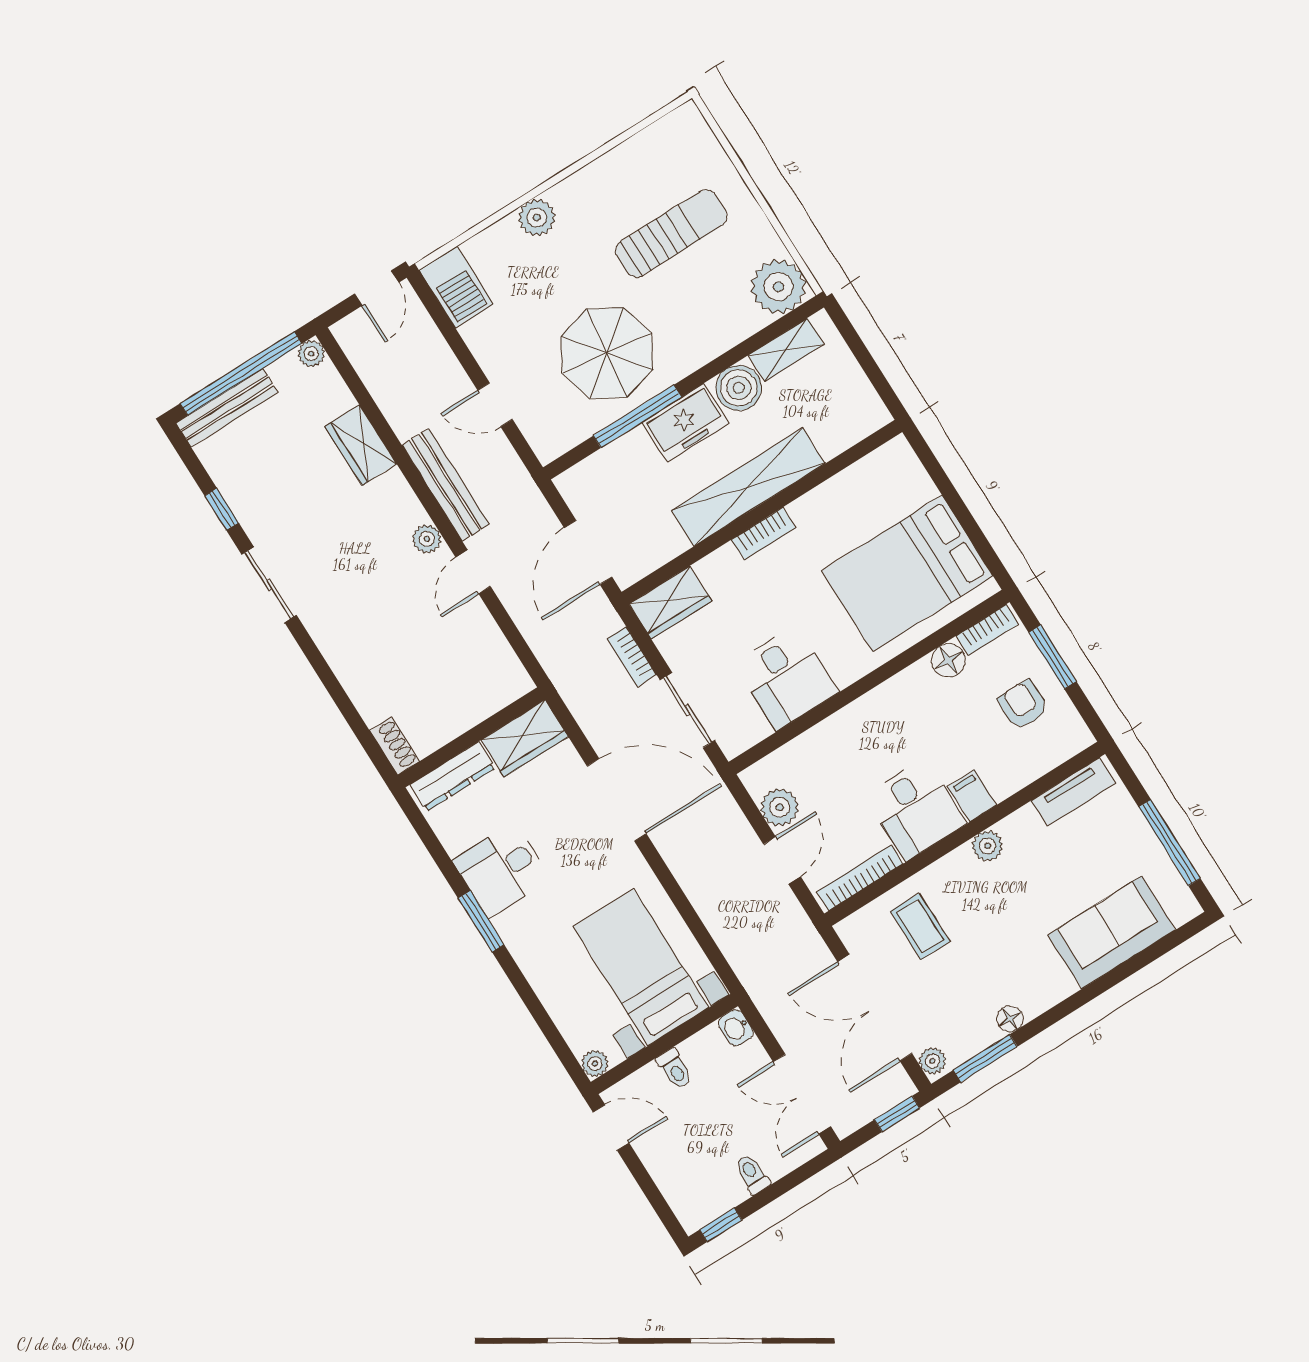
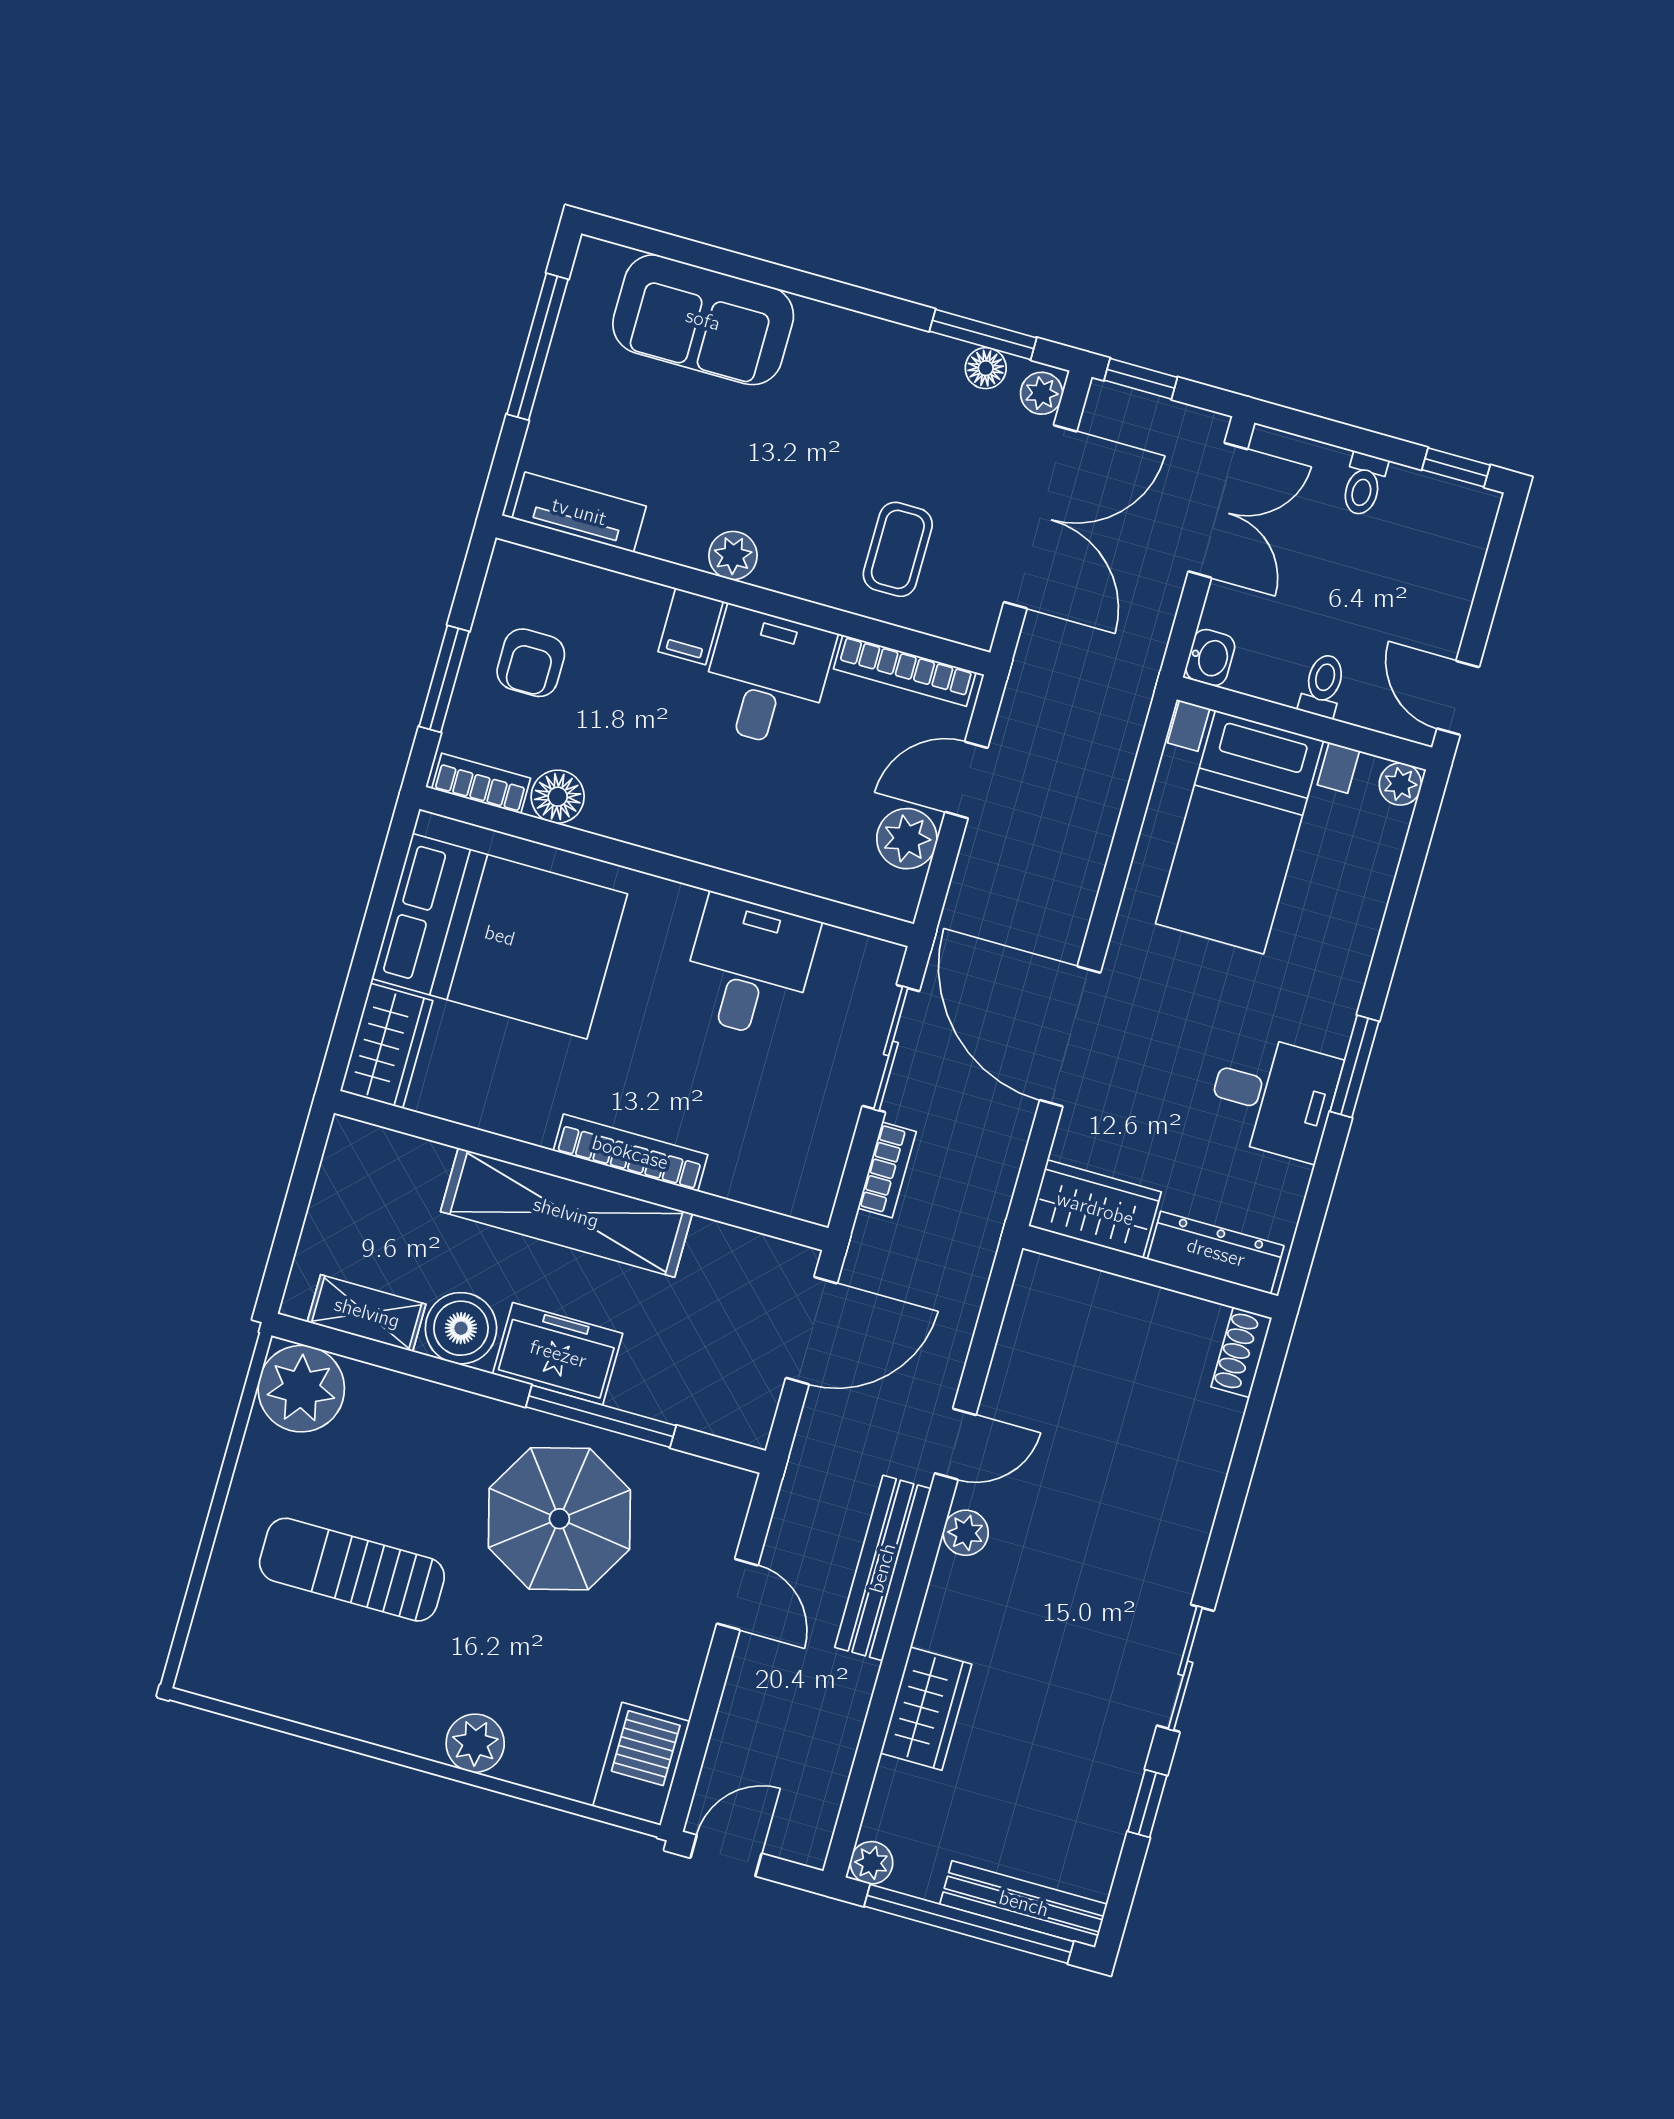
bookcase: (764, 534) -> (630, 1153), width x1.56
wardrobe: (670, 603) -> (386, 1046), moved, turned 90
floor lamp: (1010, 1019) -> (986, 368), moved

